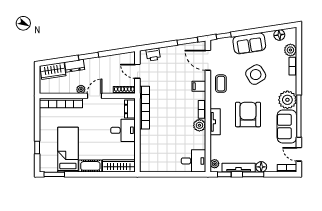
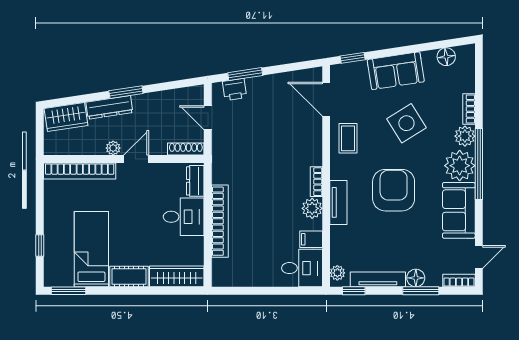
window: (187, 41) -> (245, 74), moved
plant: (290, 50) -> (465, 136), moved
dresser: (75, 66) -> (109, 107), width x1.44
filing cabinet: (199, 86) -> (311, 239), moved
bookcase: (144, 108) -> (220, 221), moved
window: (299, 116) -> (479, 164), moved
door: (299, 154) -> (479, 257), swing flipped
window: (253, 174) -> (421, 291), moved

